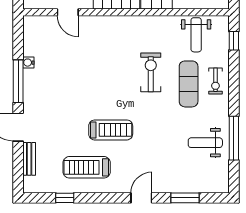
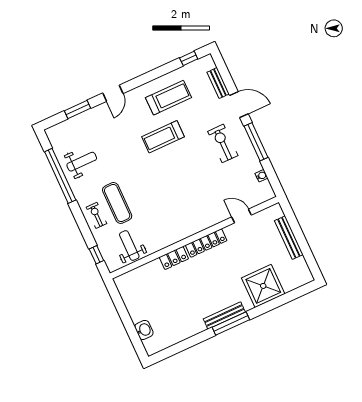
water cooler: (28, 63) -> (261, 176), moved
exercise bike: (151, 72) -> (223, 143), moved, turned 180
window: (234, 138) -> (60, 176), width x1.46
window: (65, 198) -> (189, 58), moved

